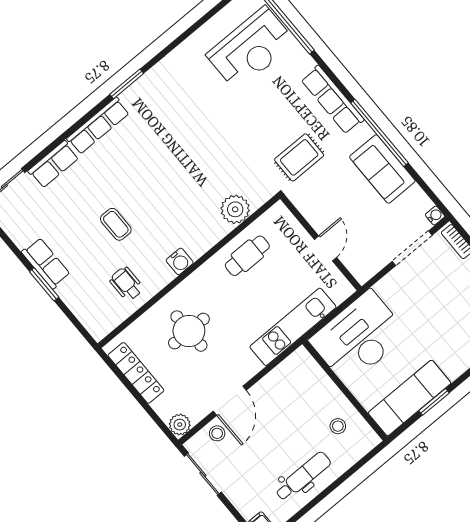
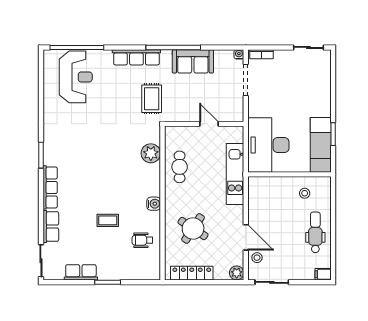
row of seats: (46, 263) -> (81, 272), moved
round table: (189, 331) -> (193, 228), turned 33

